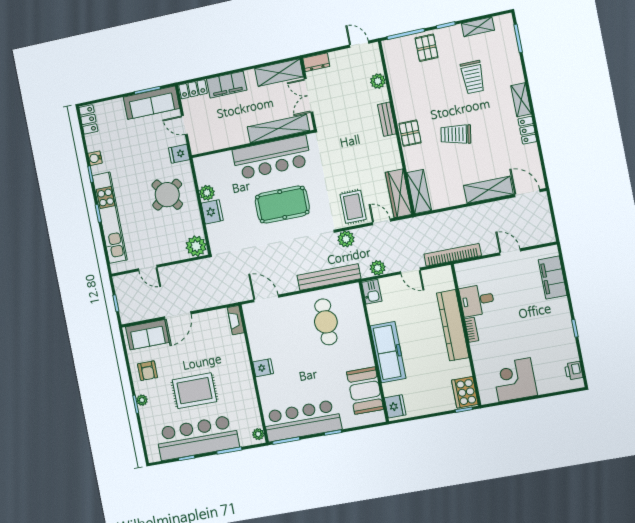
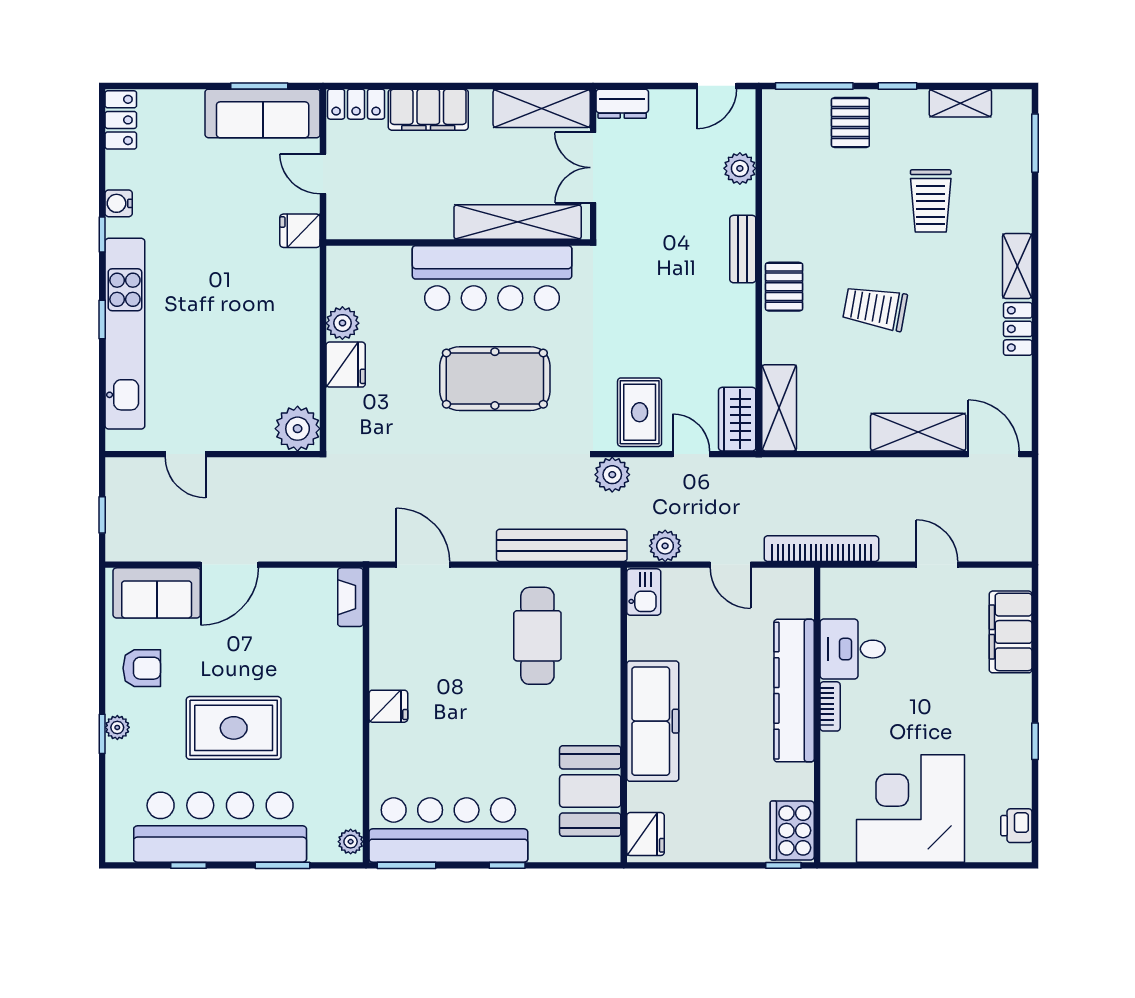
door: (359, 44) -> (717, 86), swing flipped
wardrobe: (399, 193) -> (737, 419), width x0.67
round table: (167, 195) -> (258, 310), removed
armchair: (148, 371) -> (142, 668), turned -90
corner desk: (515, 380) -> (910, 809), width x1.36, depth x1.36

